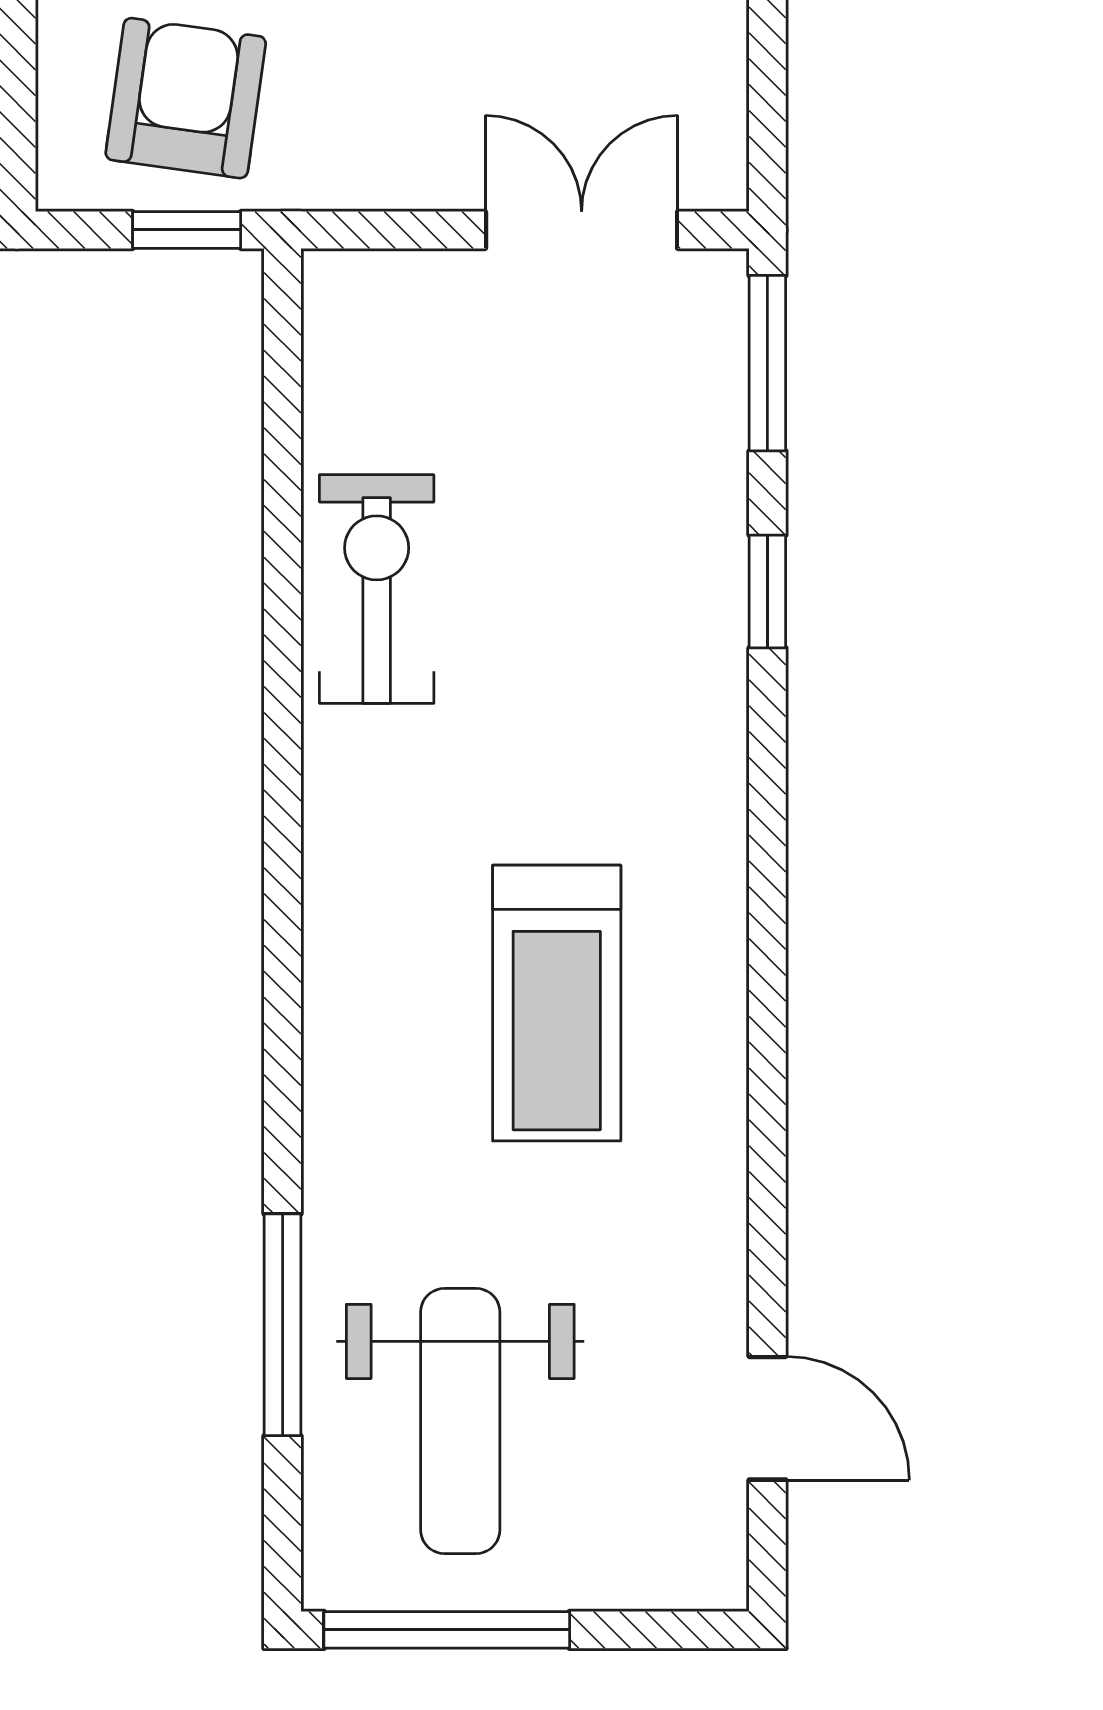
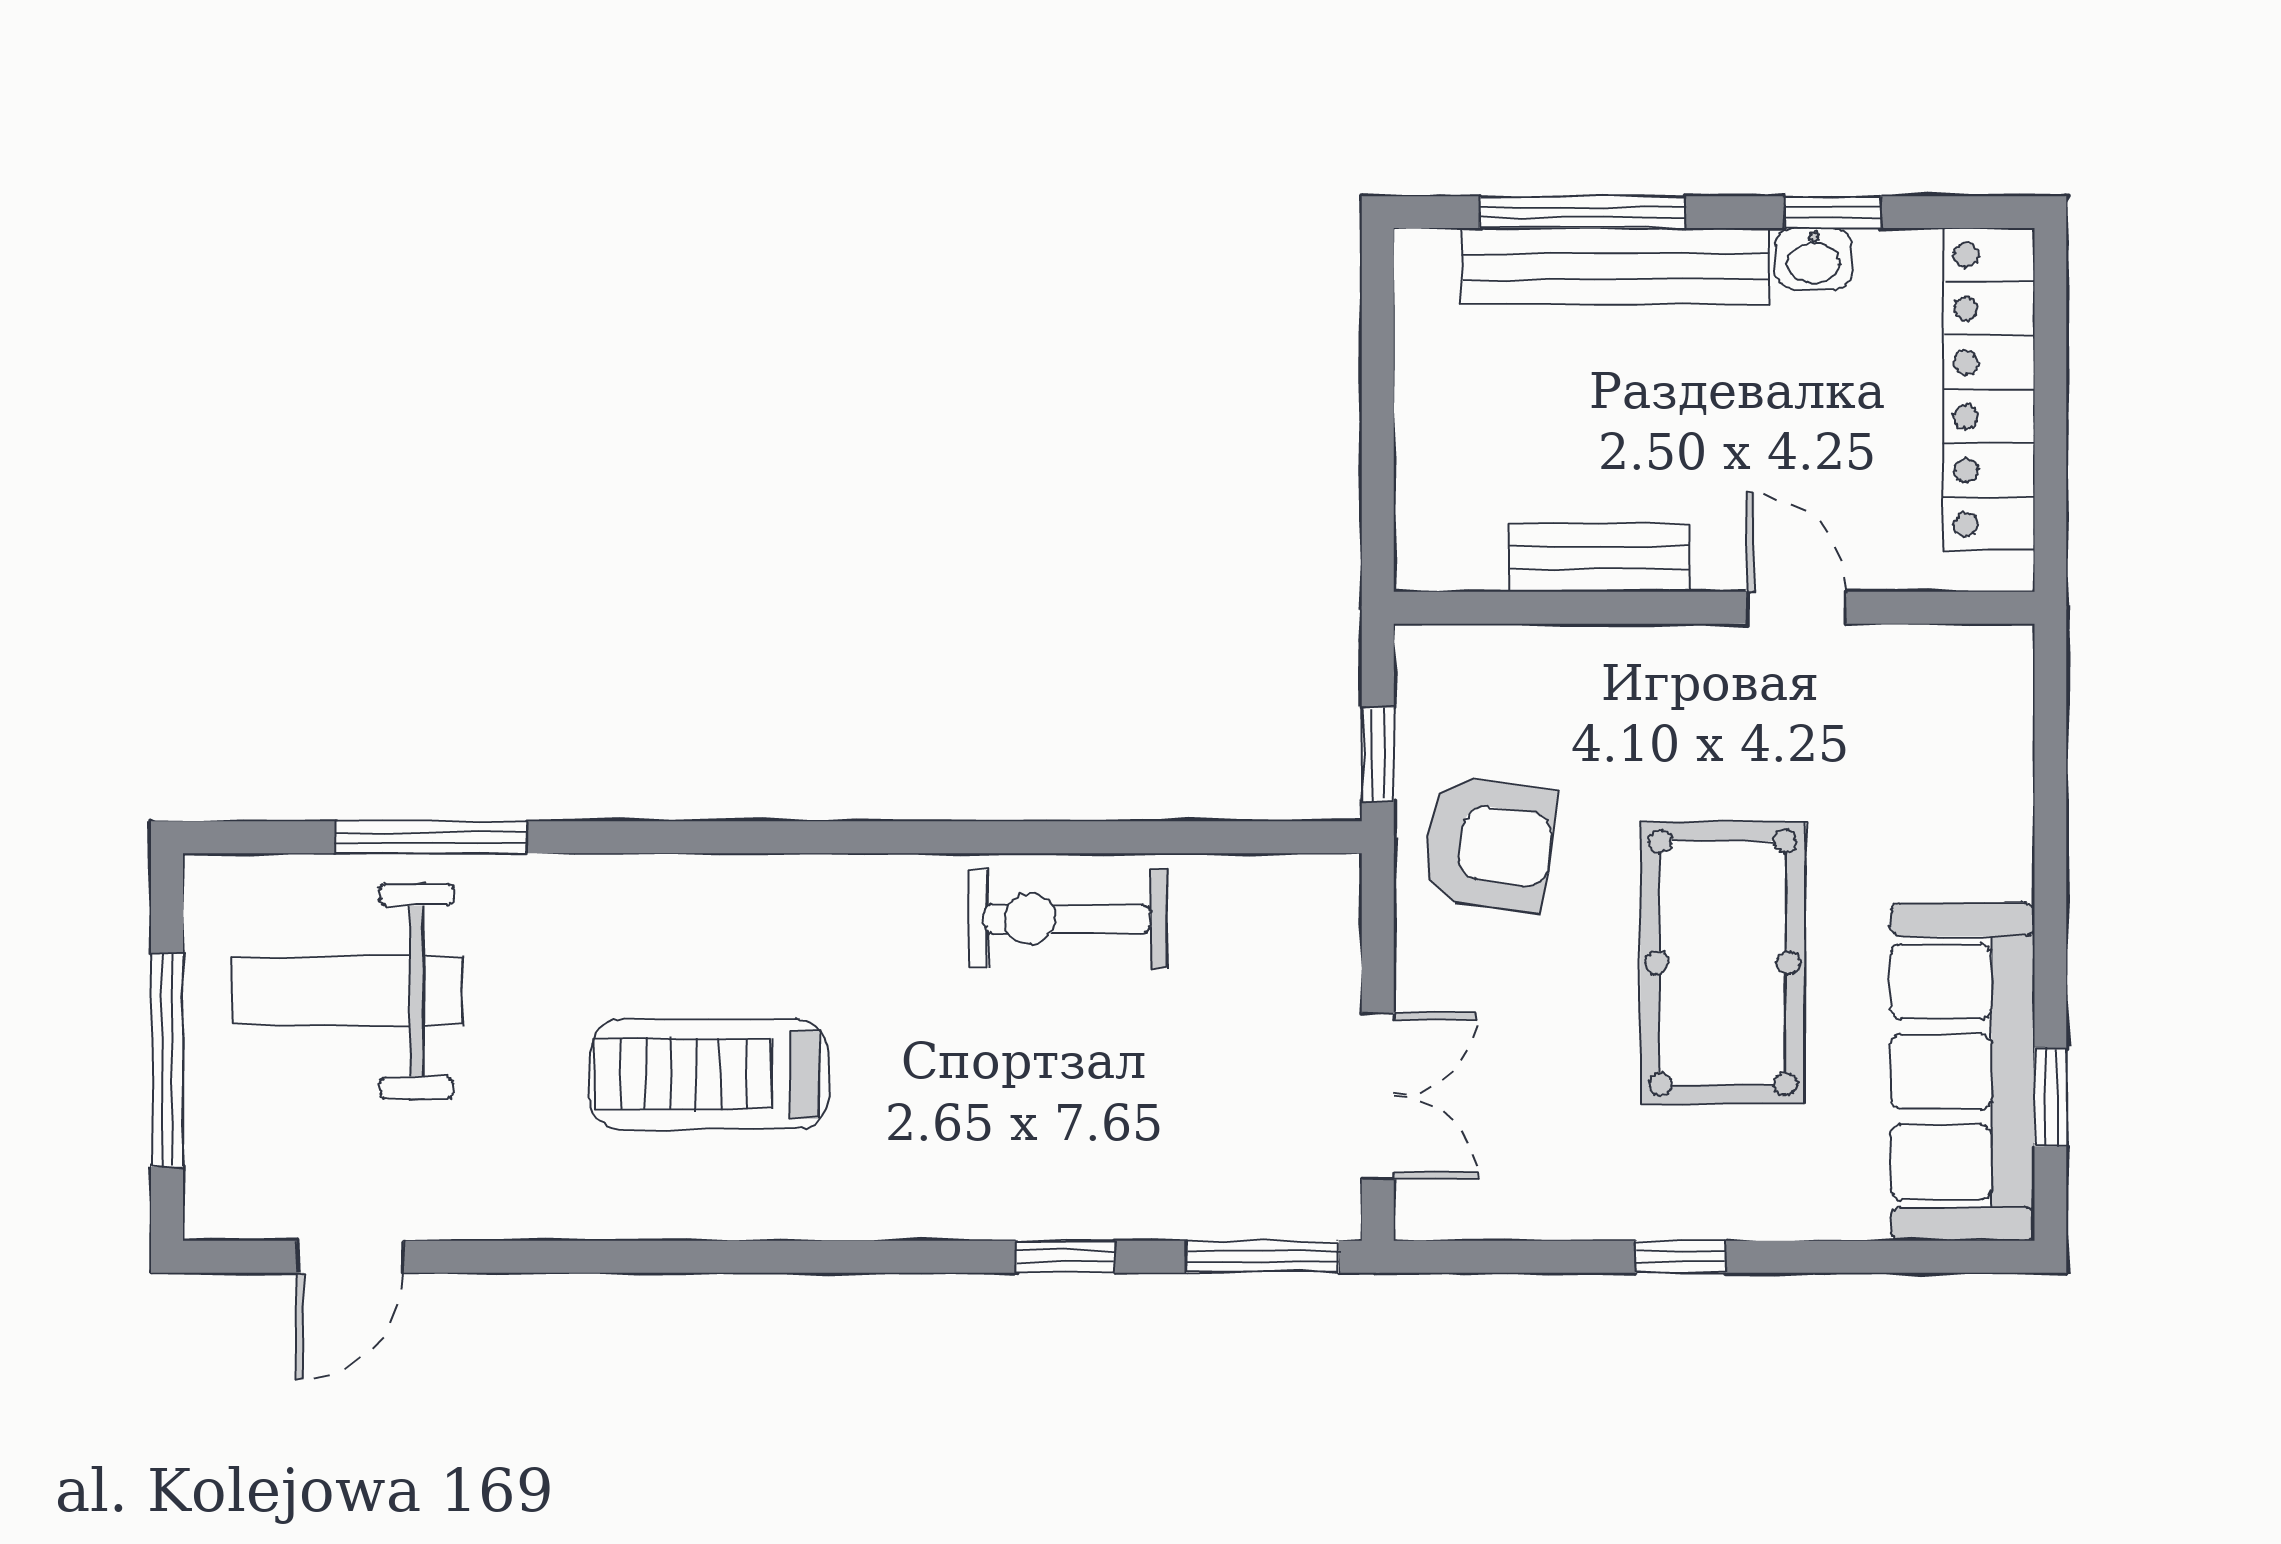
armchair: (186, 98) -> (1488, 844), moved
exercise bike: (377, 589) -> (1067, 919), turned 180
window: (447, 1630) -> (167, 1060), moved

